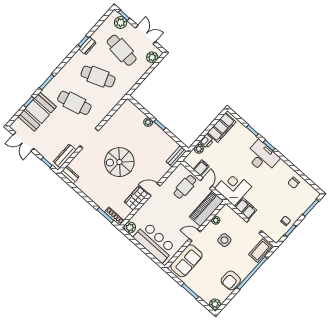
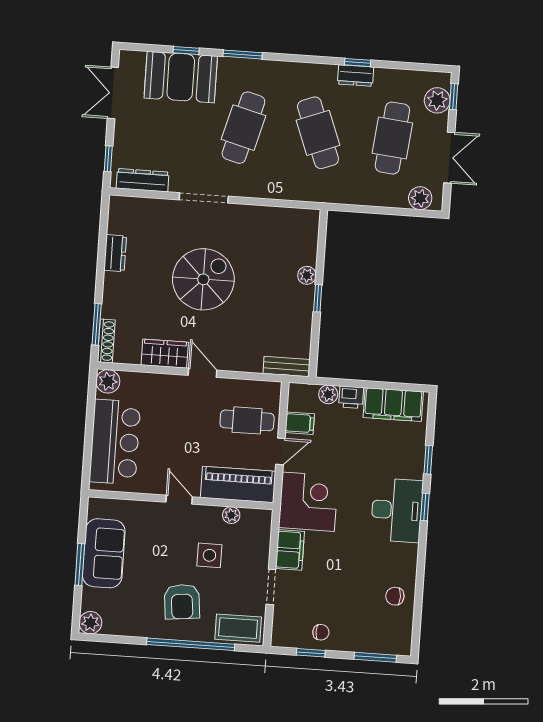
cafe table: (74, 103) -> (243, 128), turned 30
spiral stairs: (119, 162) -> (203, 279), turned 90
dresser: (70, 175) -> (115, 253), moved
sofa: (186, 261) -> (104, 553), moved, turned -90
armchair: (231, 280) -> (182, 602), moved, turned -96

